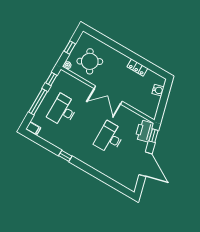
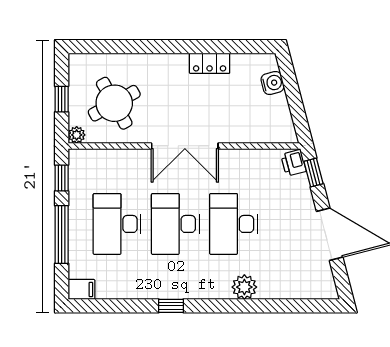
desk: (86, 124) -> (175, 224), added
printer: (144, 131) -> (293, 163), width x0.53, depth x0.68
plant: (99, 165) -> (244, 287), added

